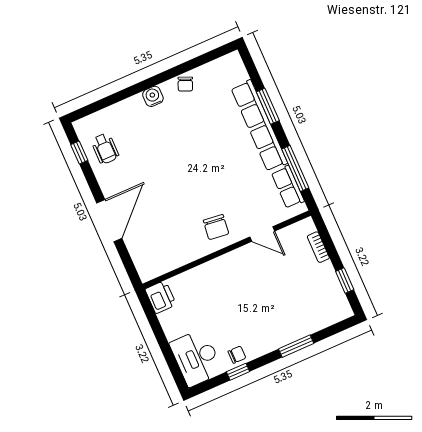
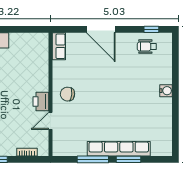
chair: (185, 84) -> (165, 114), removed
window: (295, 168) -> (93, 159), moved
row of seats: (288, 187) -> (59, 46), moved, turned 90
printer: (161, 297) -> (41, 101), moved, turned 90

